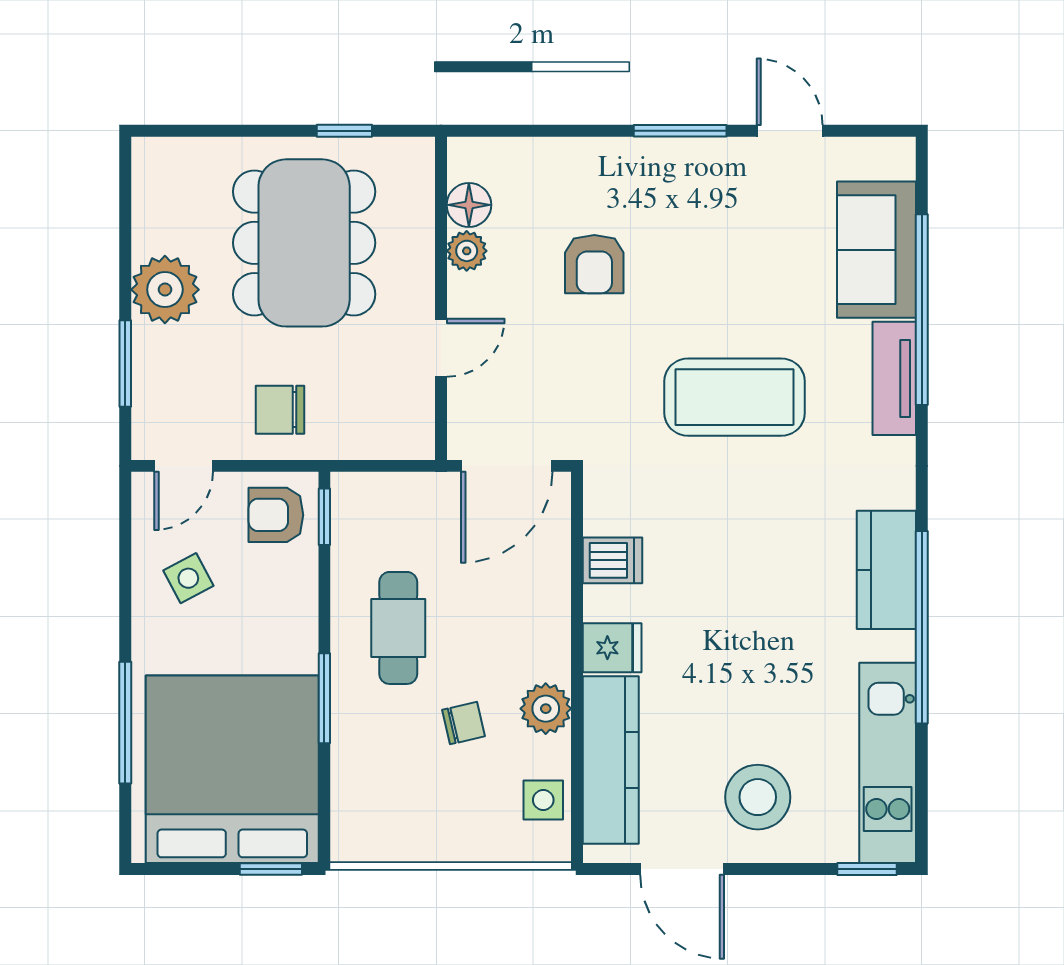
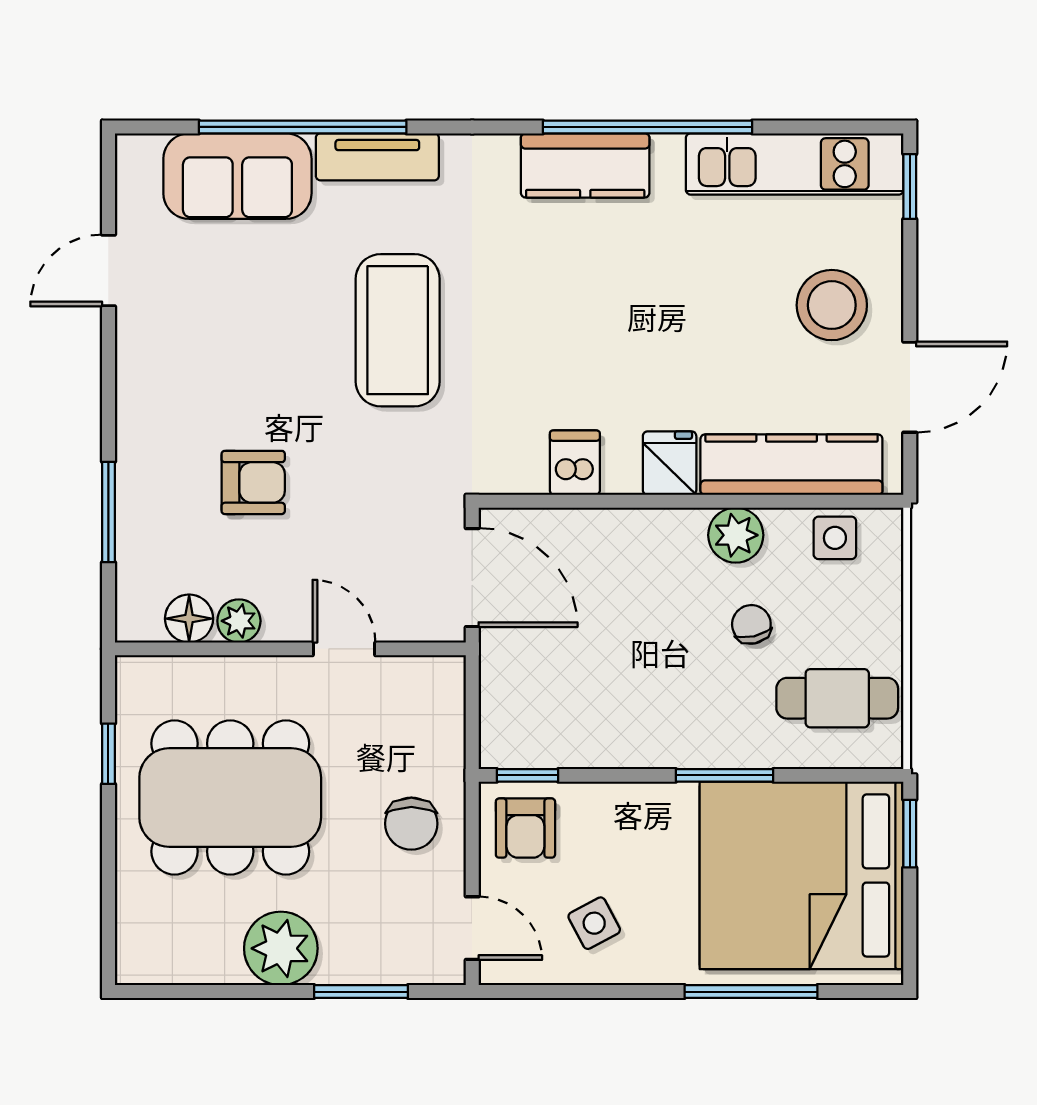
window: (680, 131) -> (108, 512), moved
cafe table: (398, 628) -> (837, 698), moved

